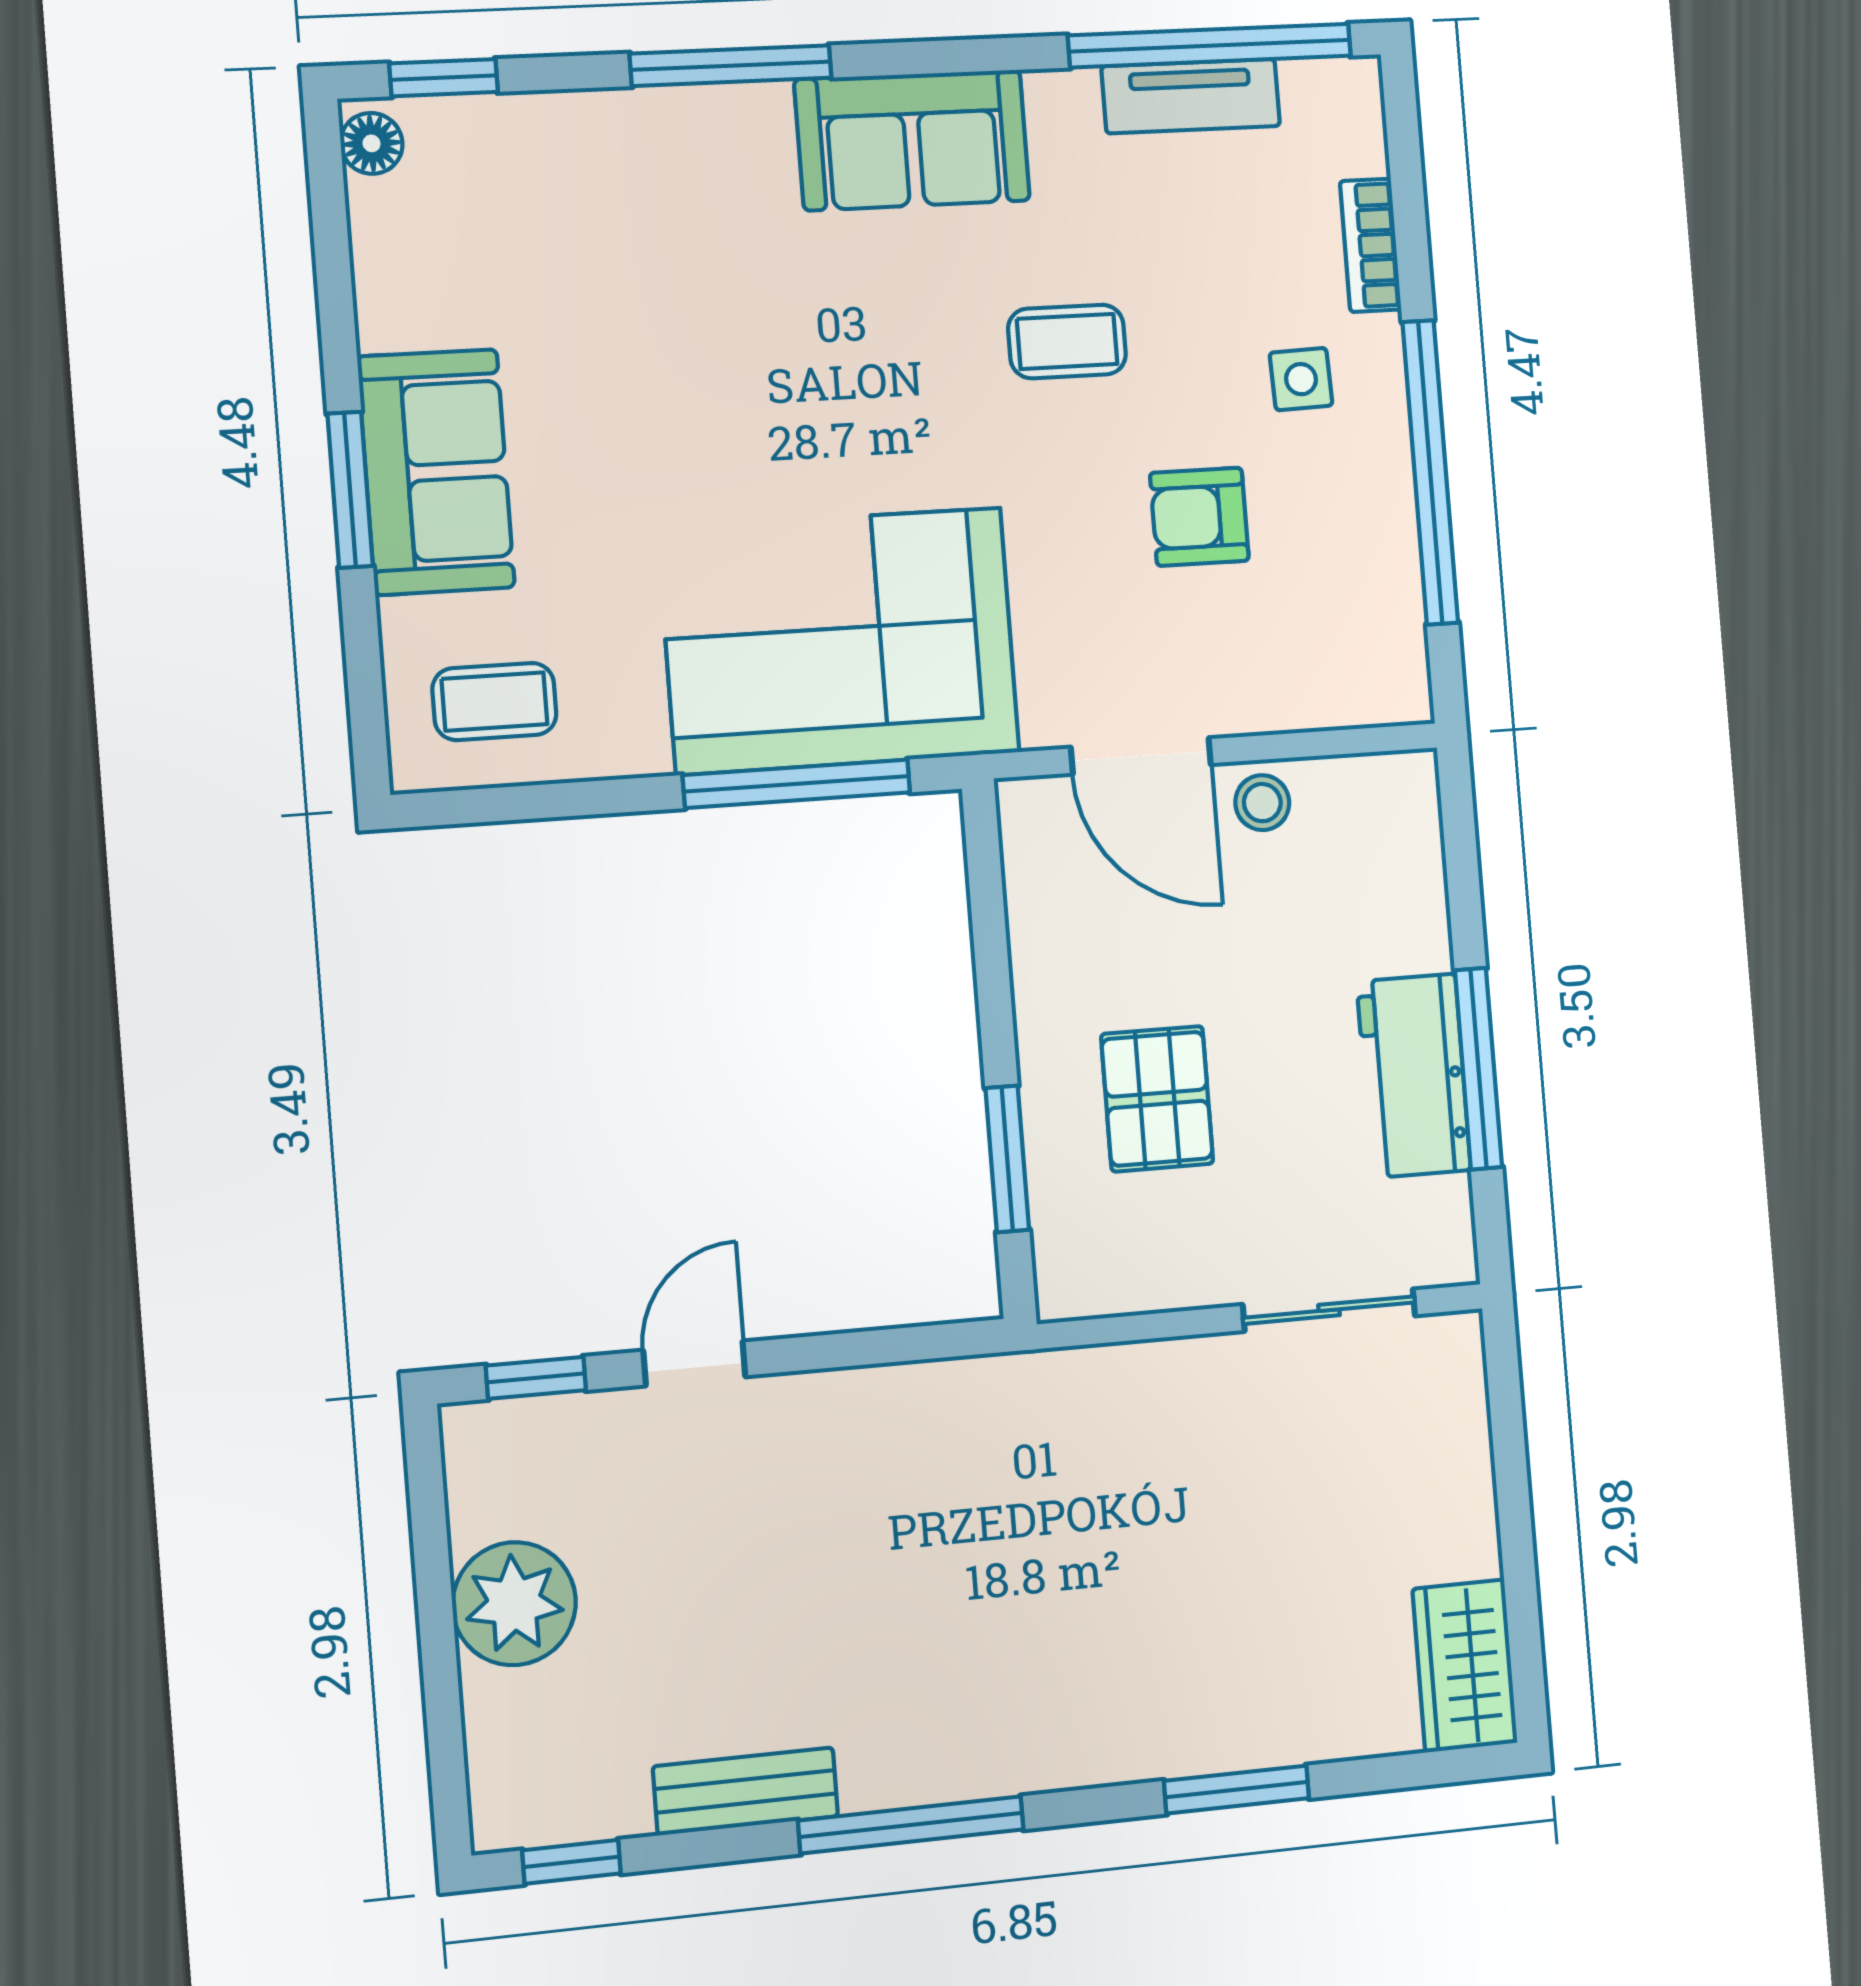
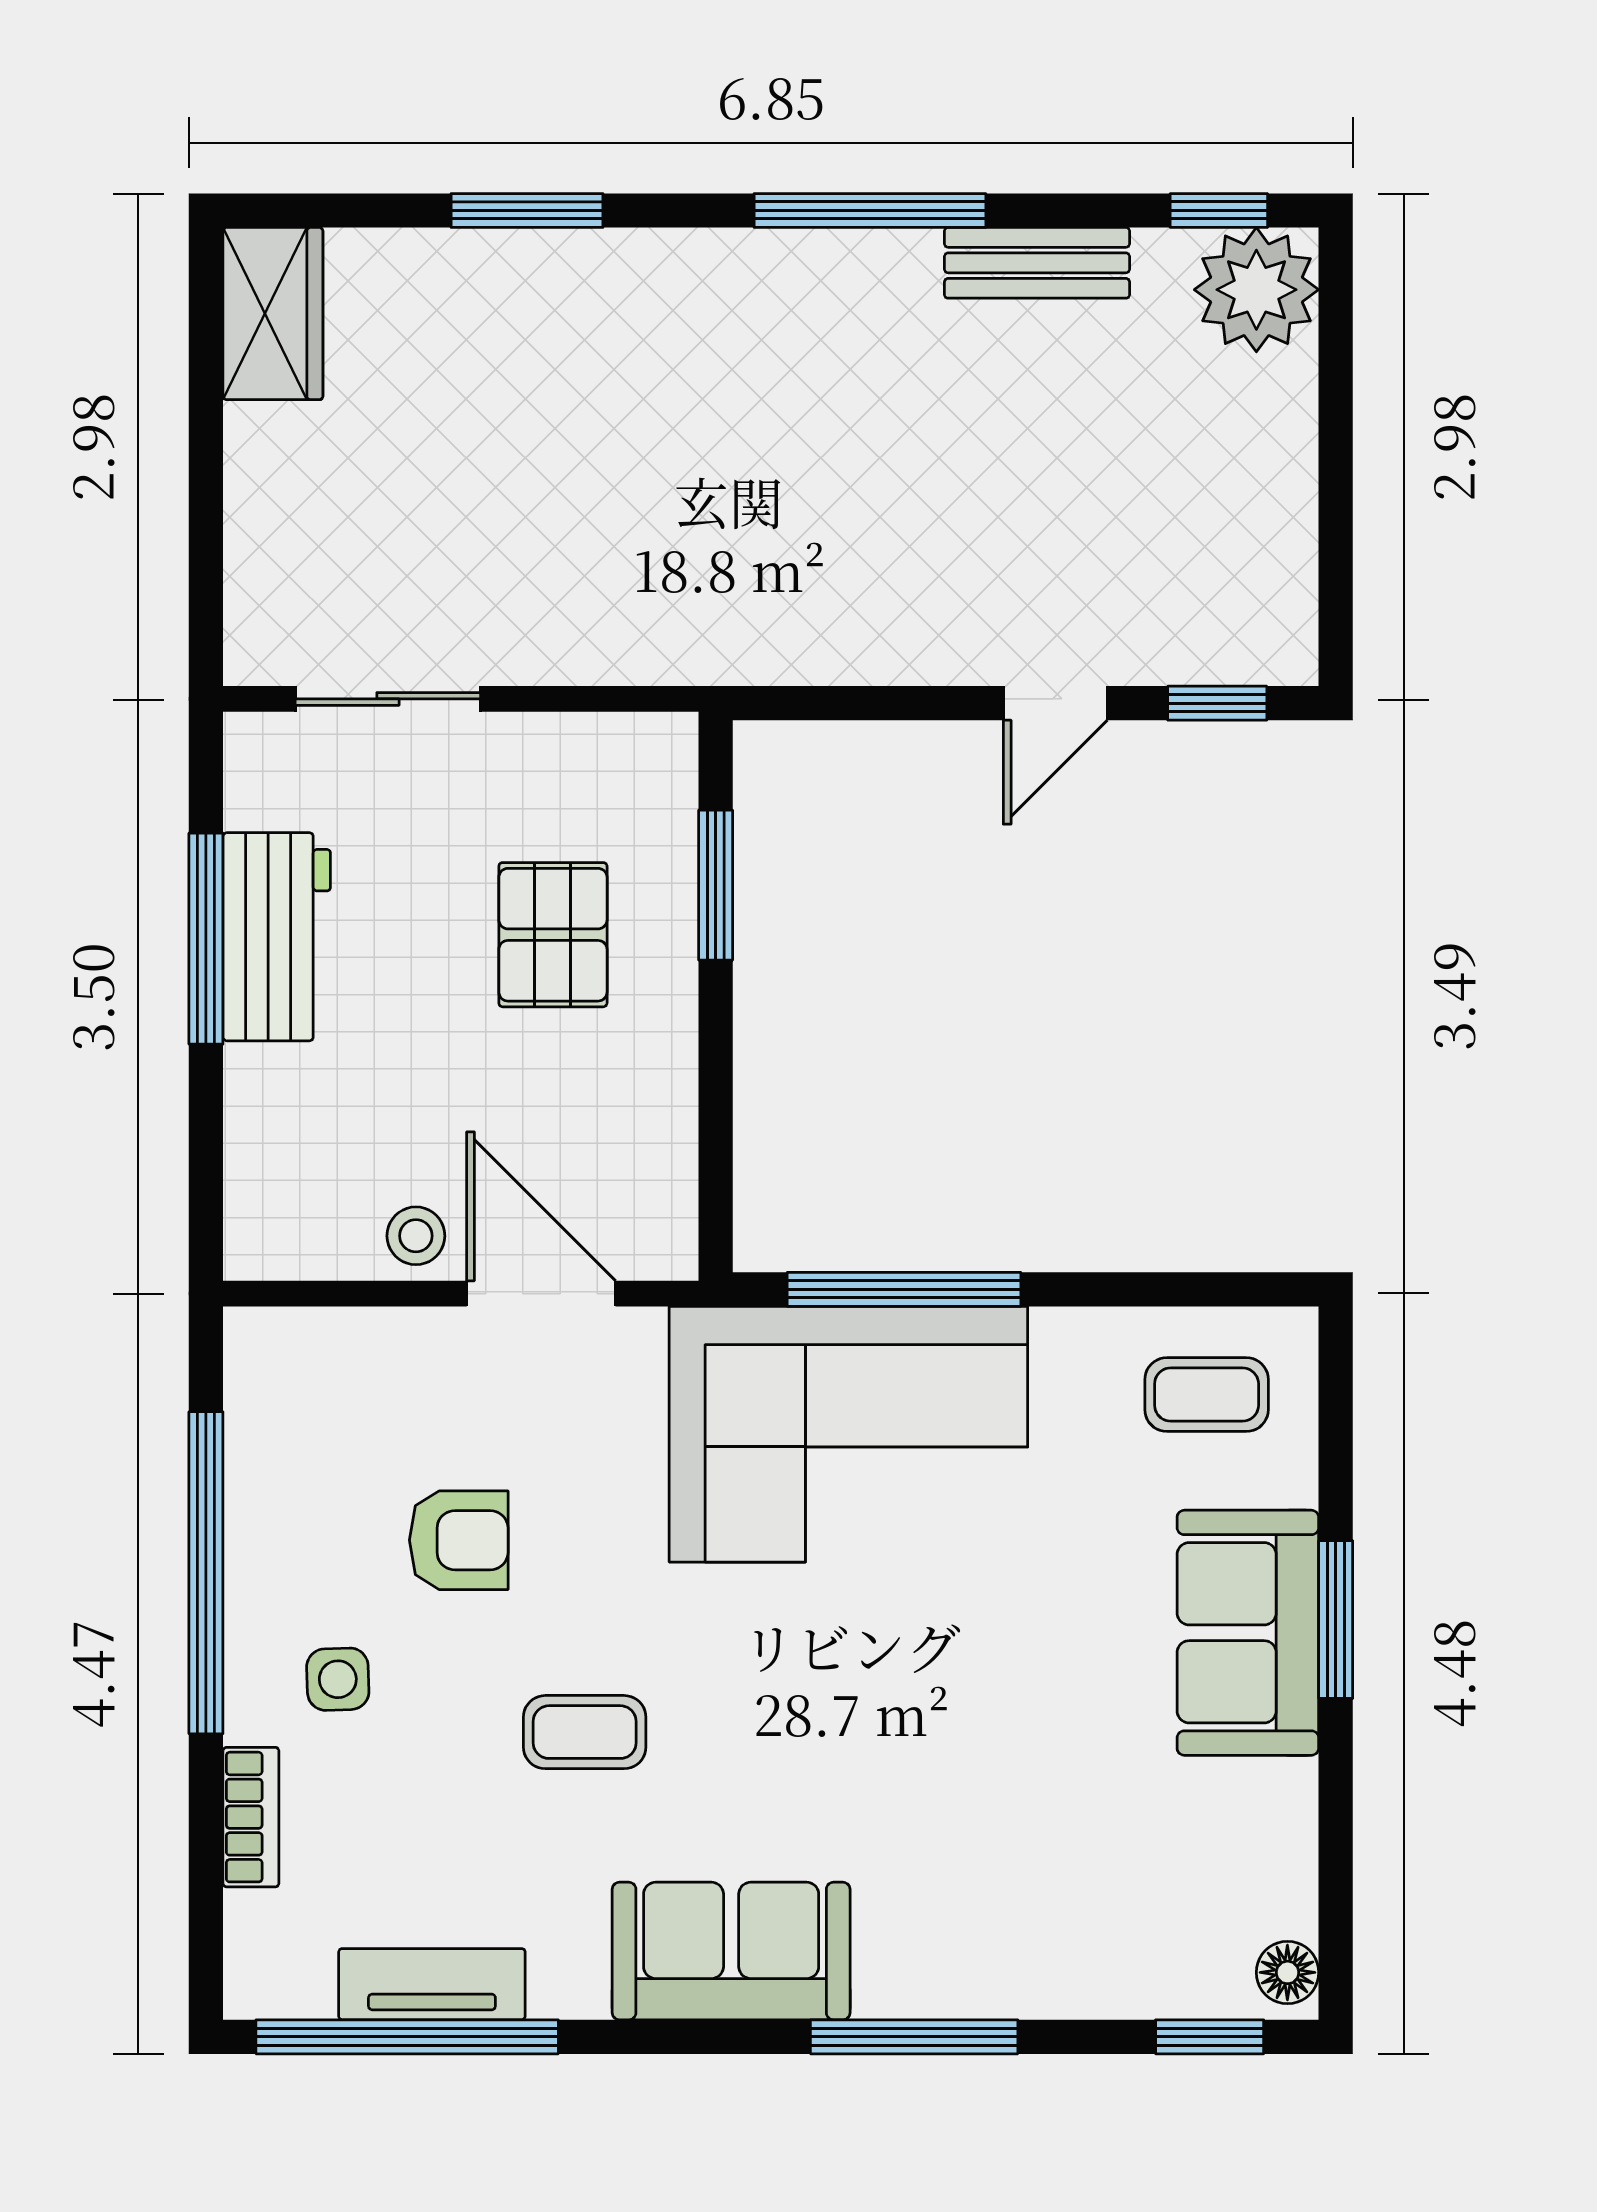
plant: (514, 1604) -> (1256, 290), moved

